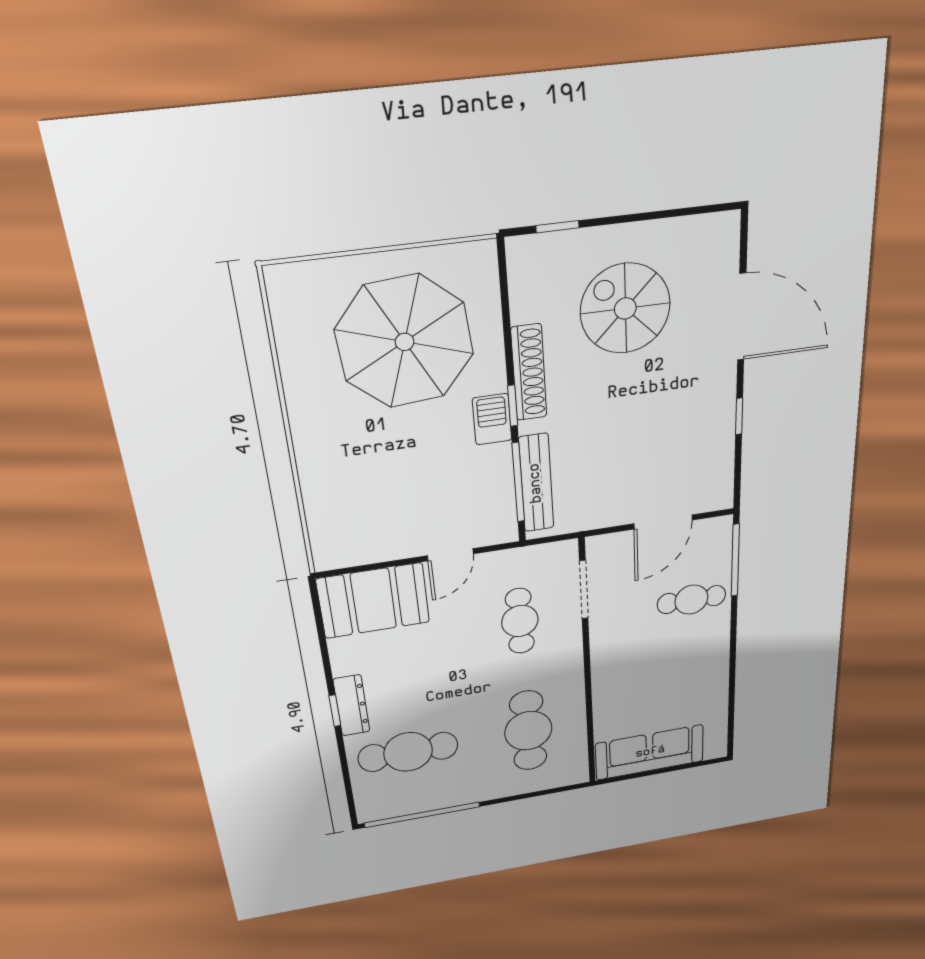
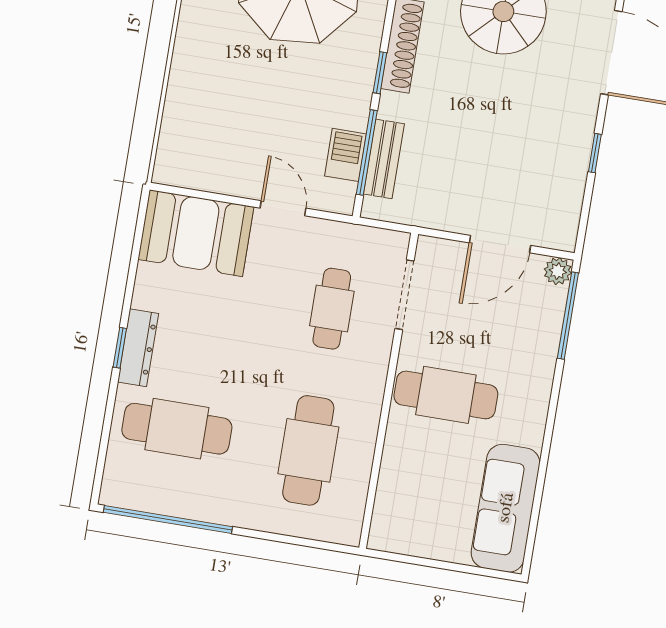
barbecue: (492, 419) -> (345, 155), moved
bench: (536, 483) -> (384, 159), width x0.73
plant: (720, 528) -> (558, 271), added
door: (450, 555) -> (283, 208), swing flipped
cafe table: (691, 600) -> (446, 395), moved, width x1.37, depth x1.35
sofa: (650, 752) -> (506, 508), moved, turned -90

